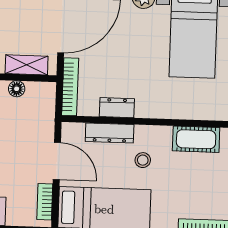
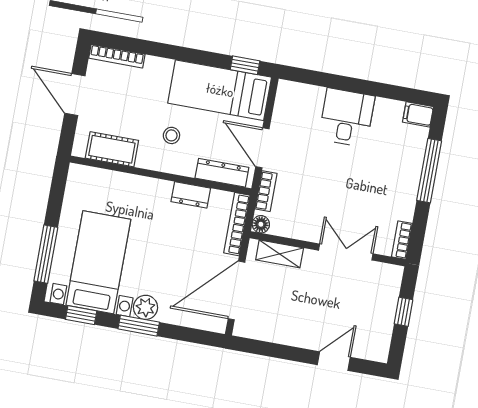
floor lamp: (17, 89) -> (261, 224), moved
dresser: (110, 133) -> (222, 173), moved
bookcase: (45, 202) -> (266, 191), moved

